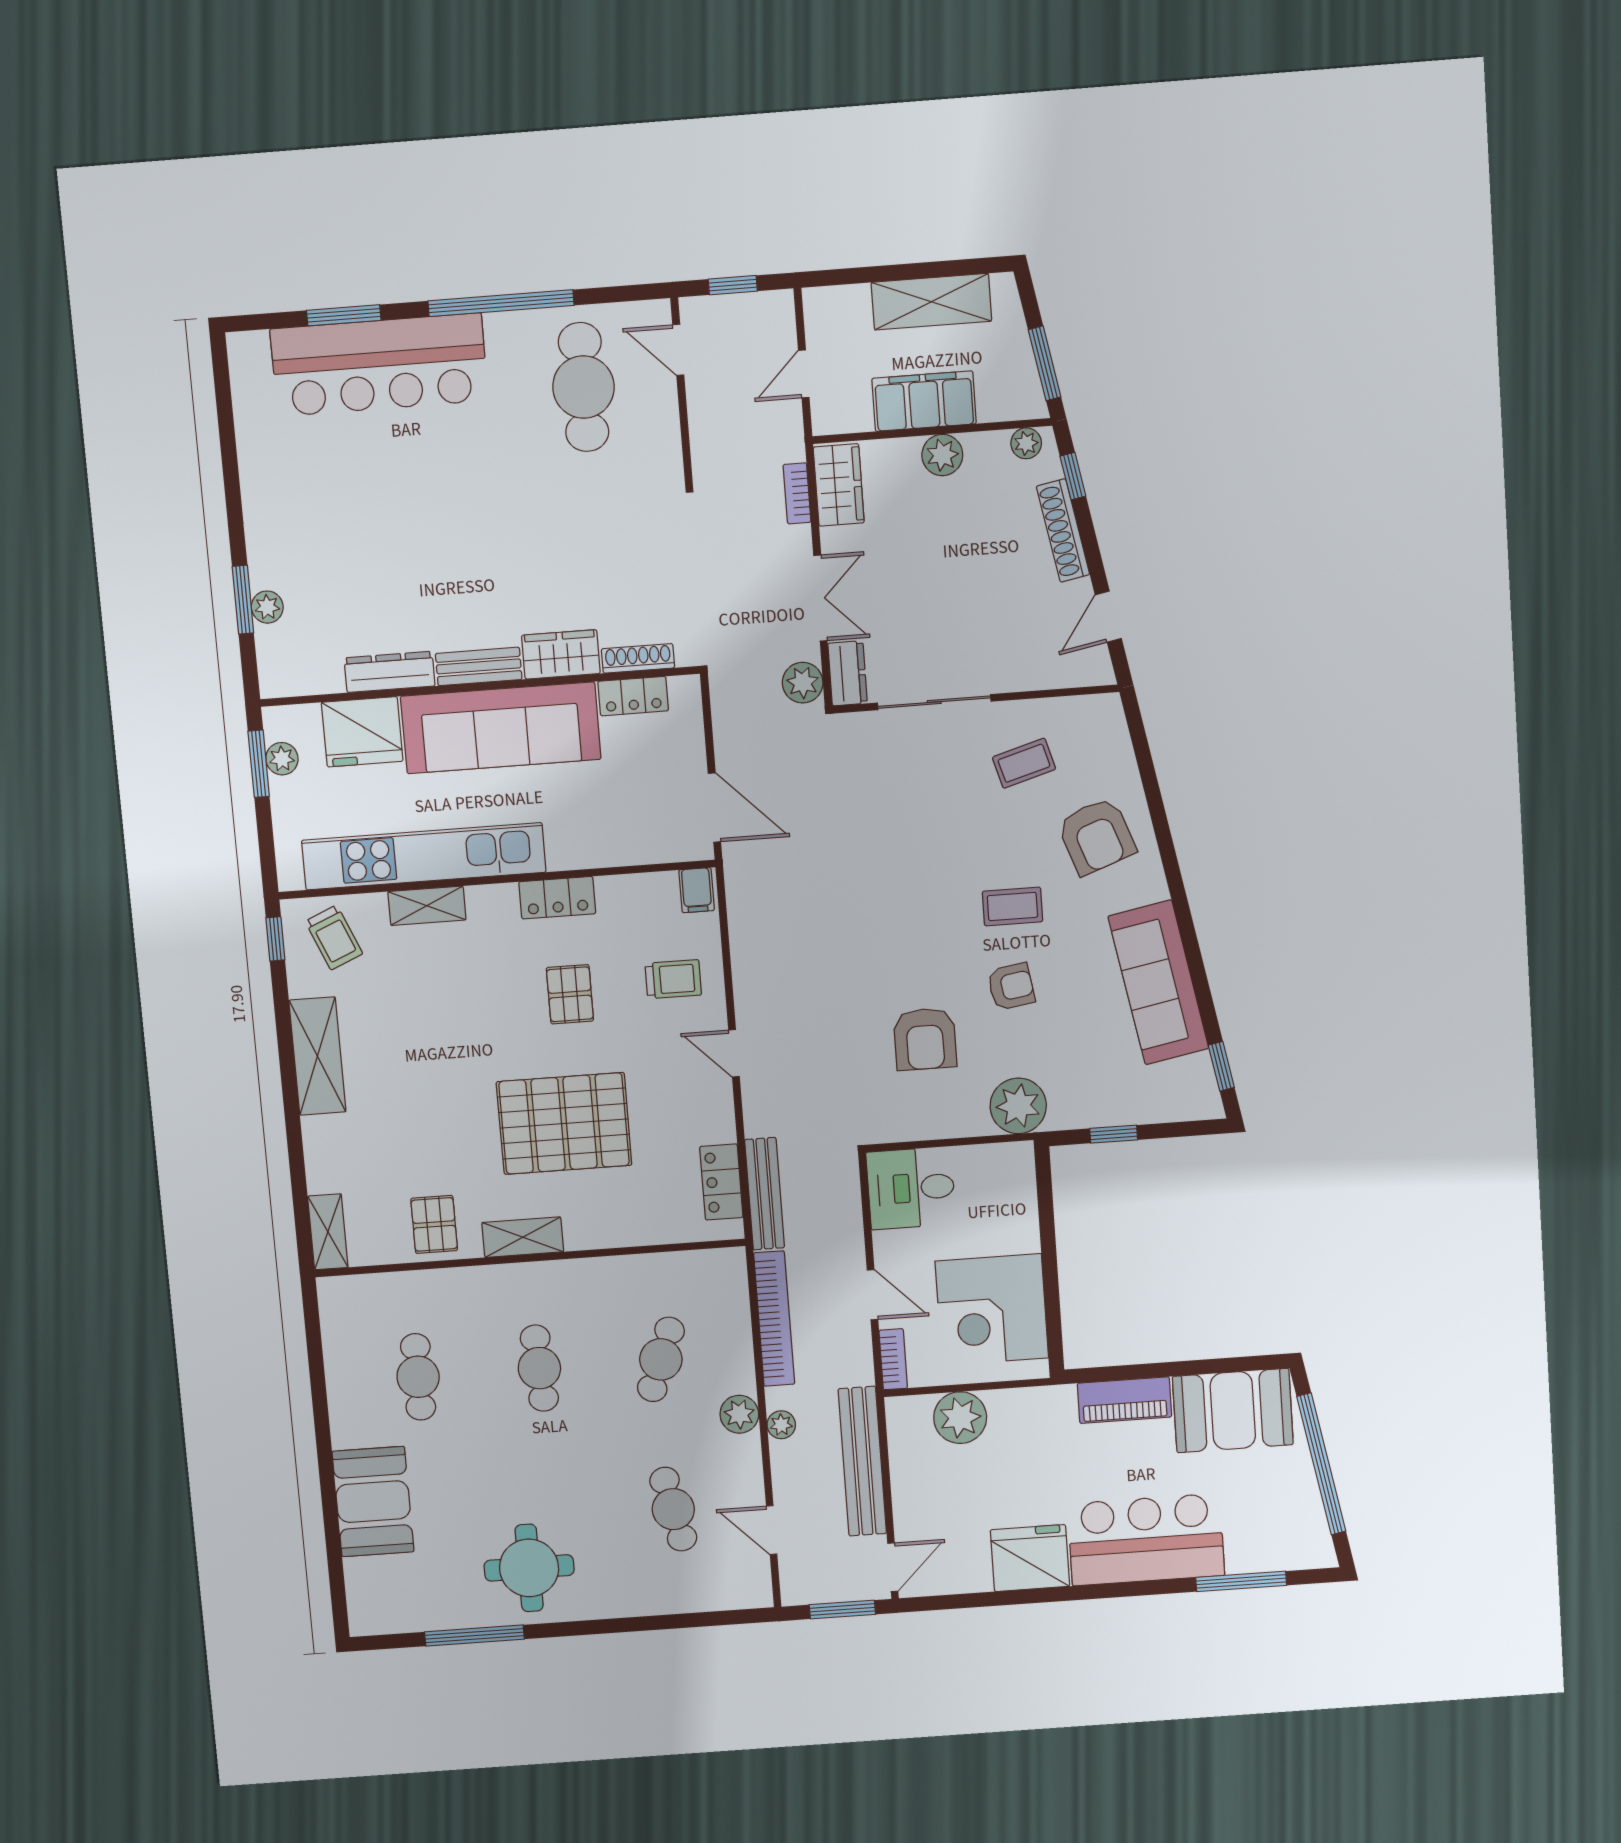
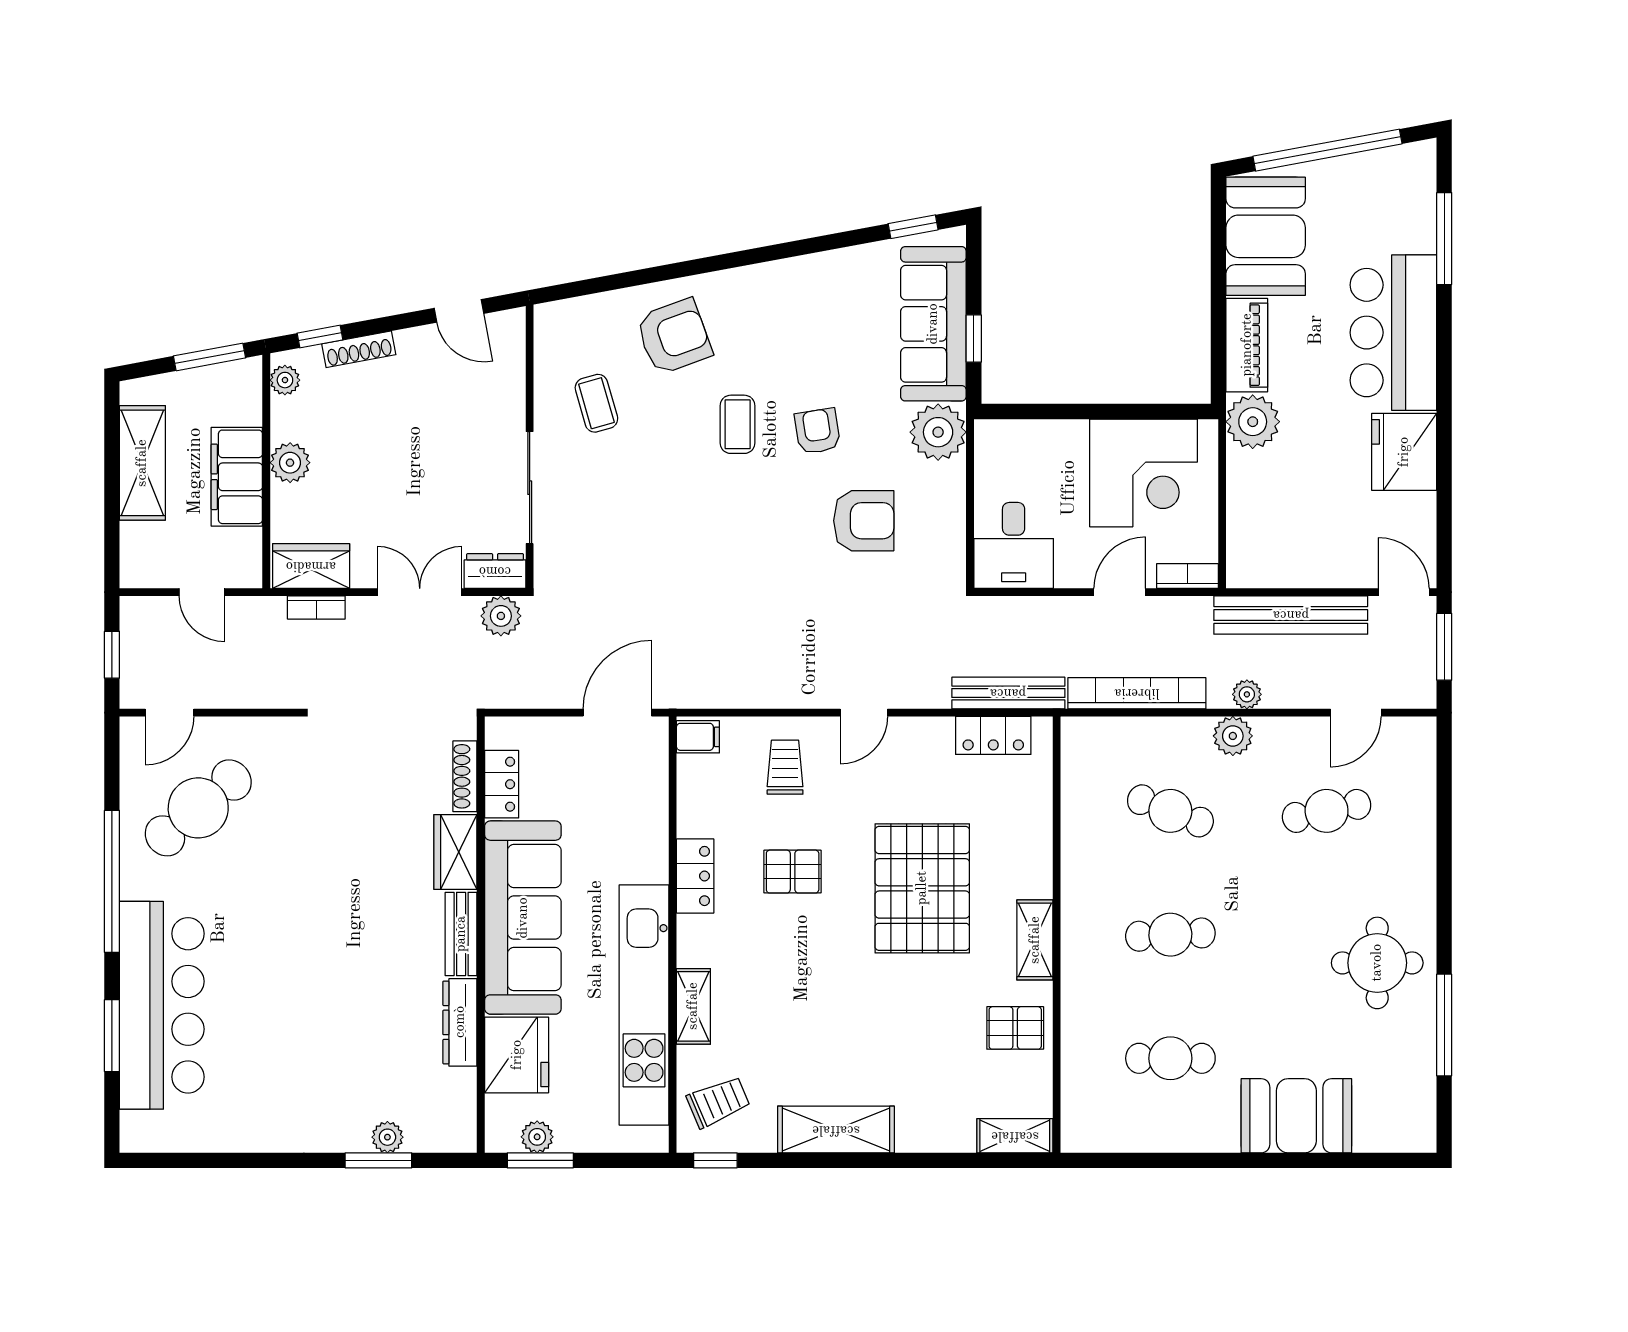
cafe table: (583, 387) -> (198, 808), turned -40
shoe rack: (1063, 530) -> (359, 349), width x0.74, depth x0.81
sofa: (1158, 982) -> (933, 324), moved, turned 100
plant: (960, 1418) -> (1253, 422), moved

